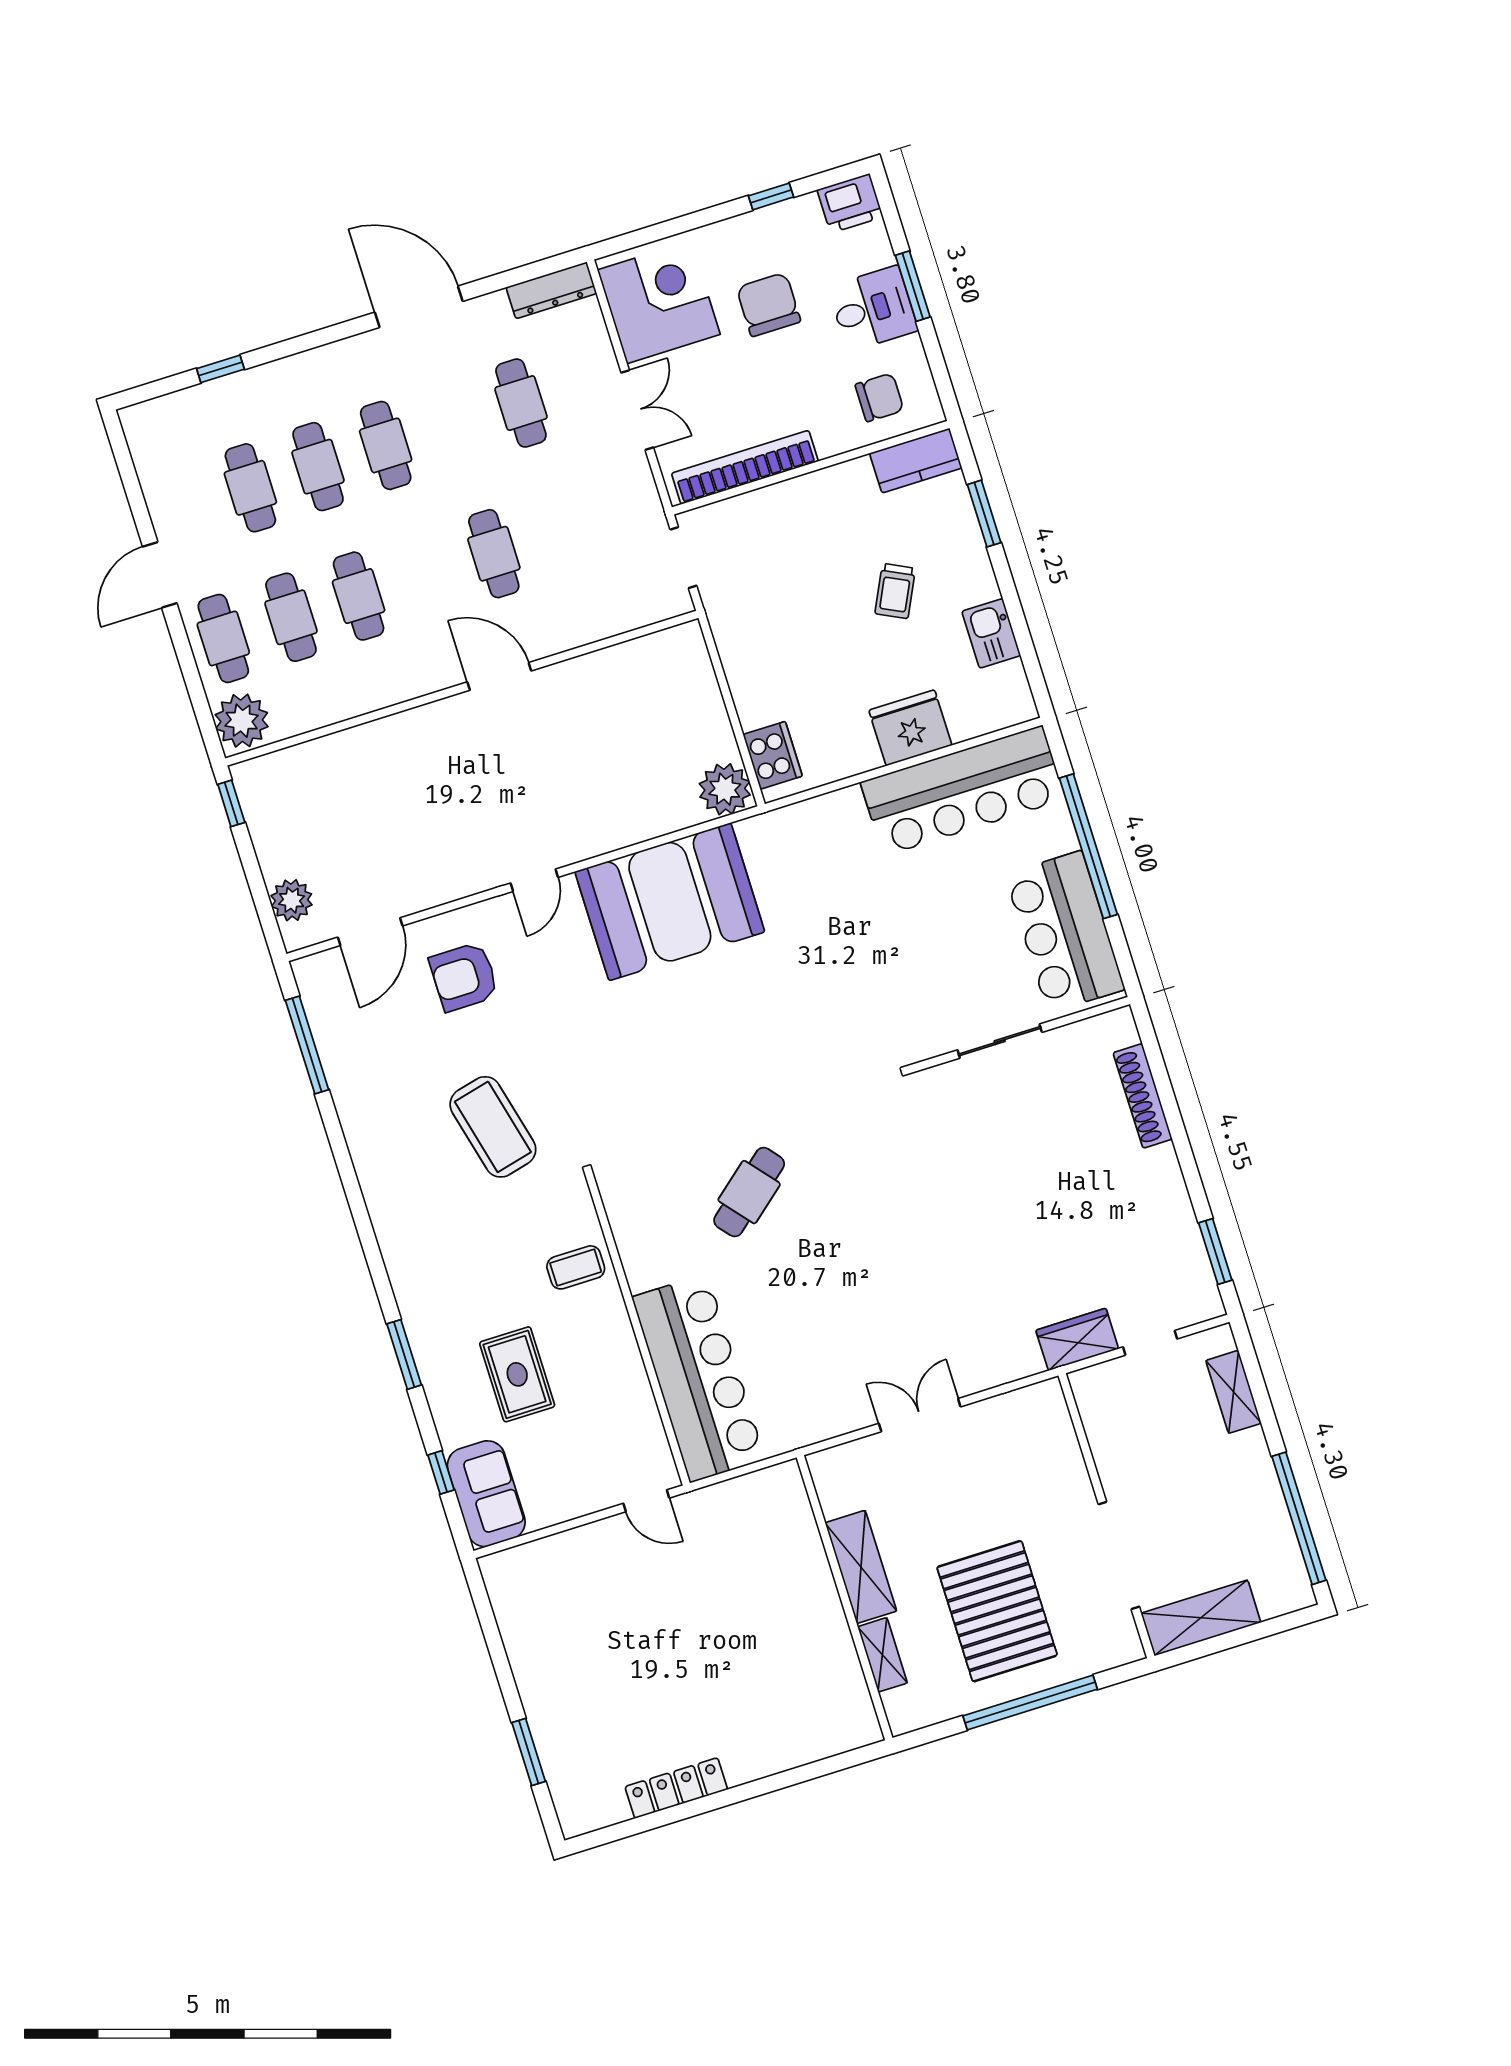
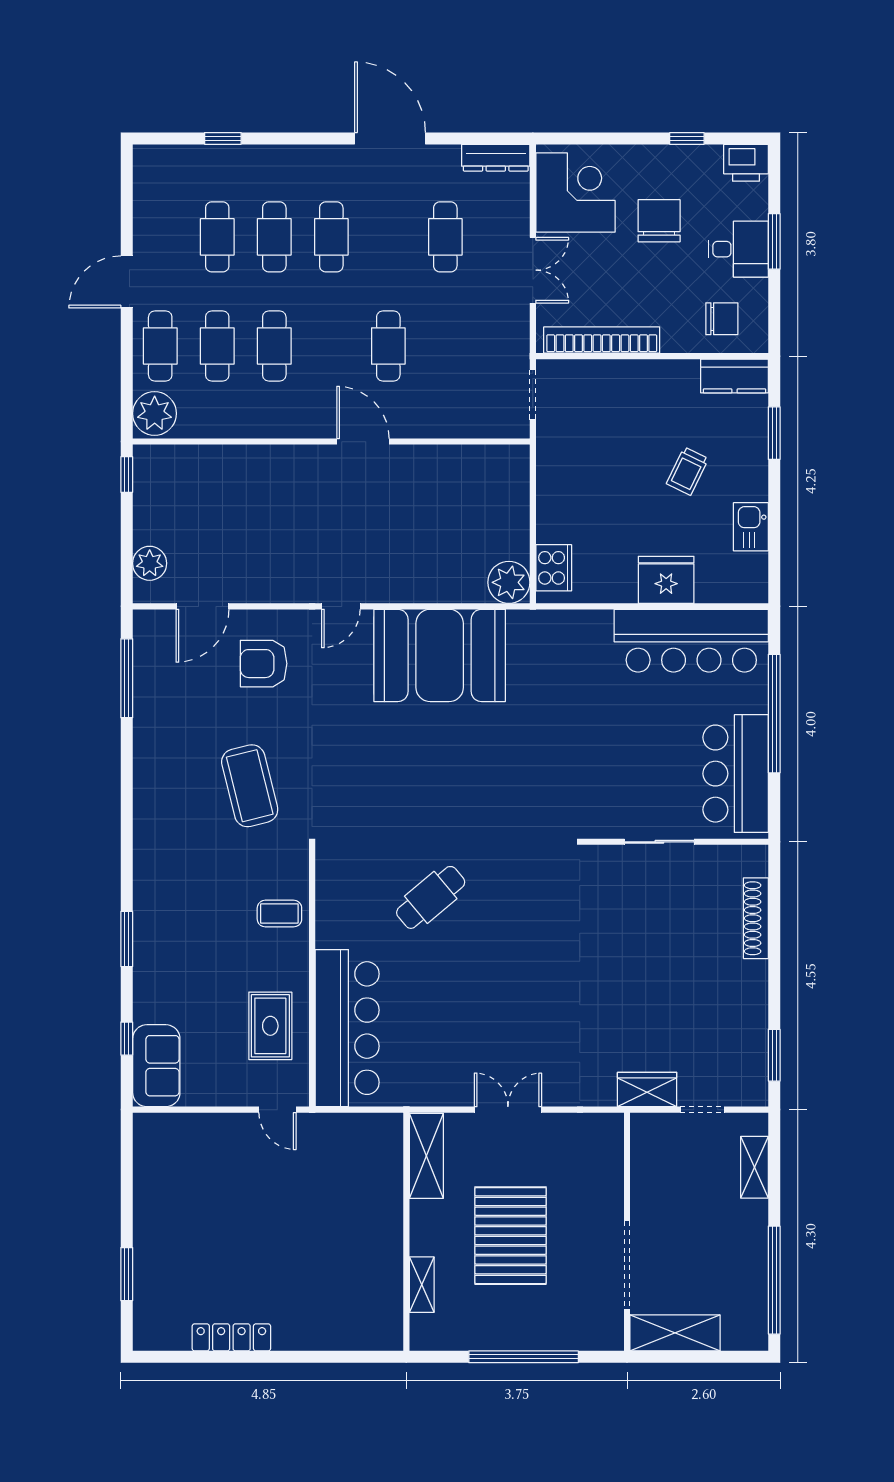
rug: (517, 1374) -> (270, 1026), moved
shelving: (861, 1567) -> (426, 1156), moved
pallet: (997, 1611) -> (511, 1236), moved

